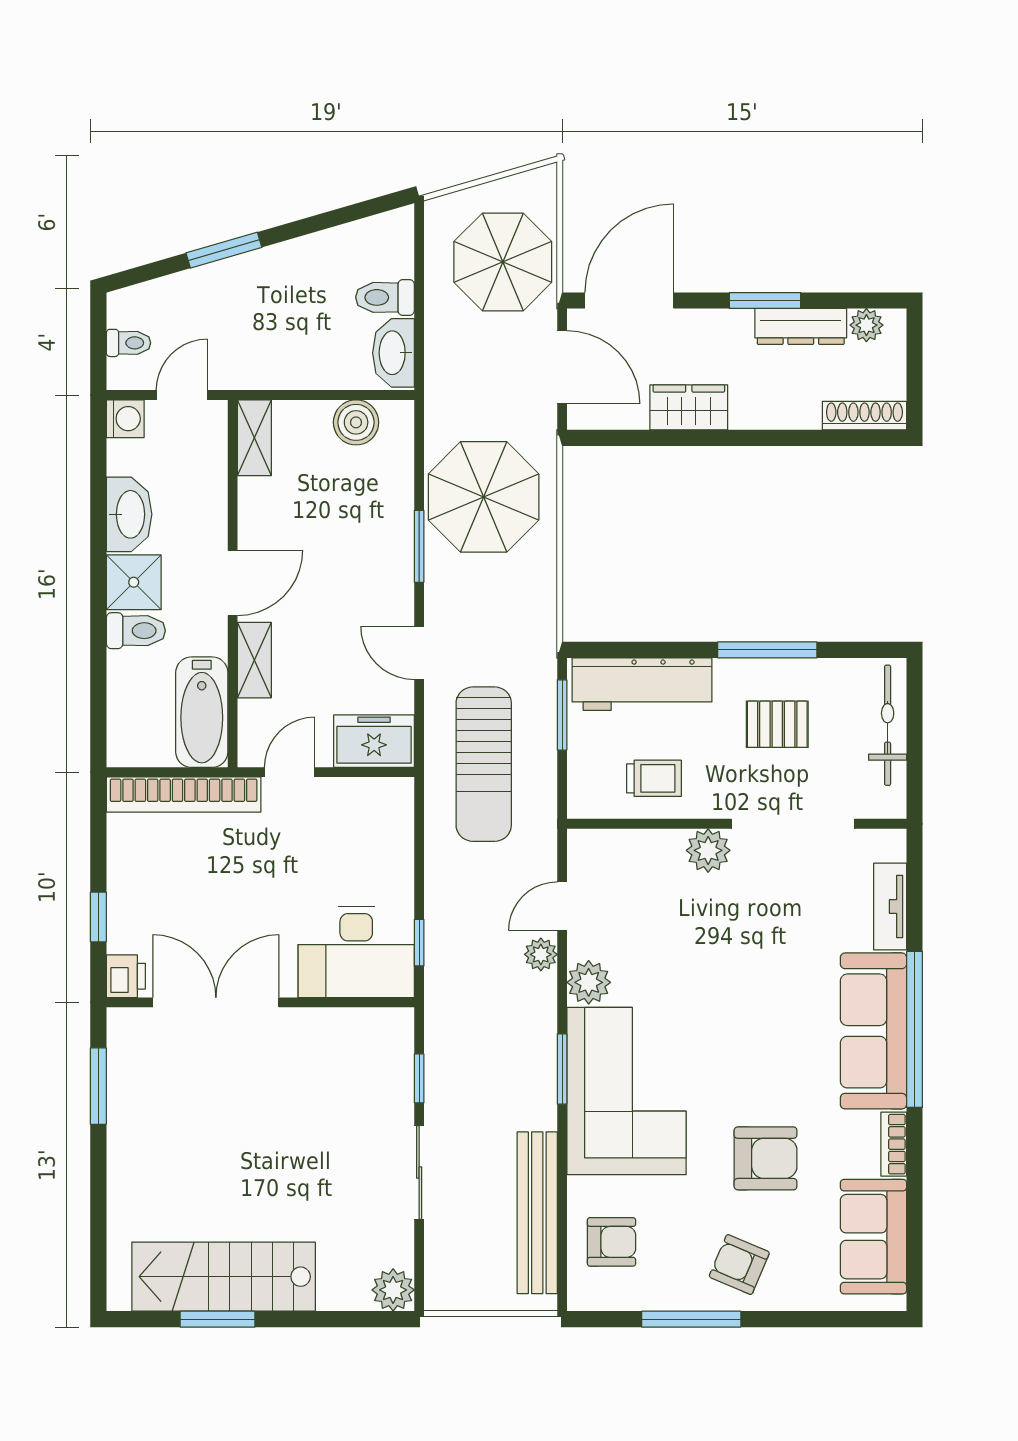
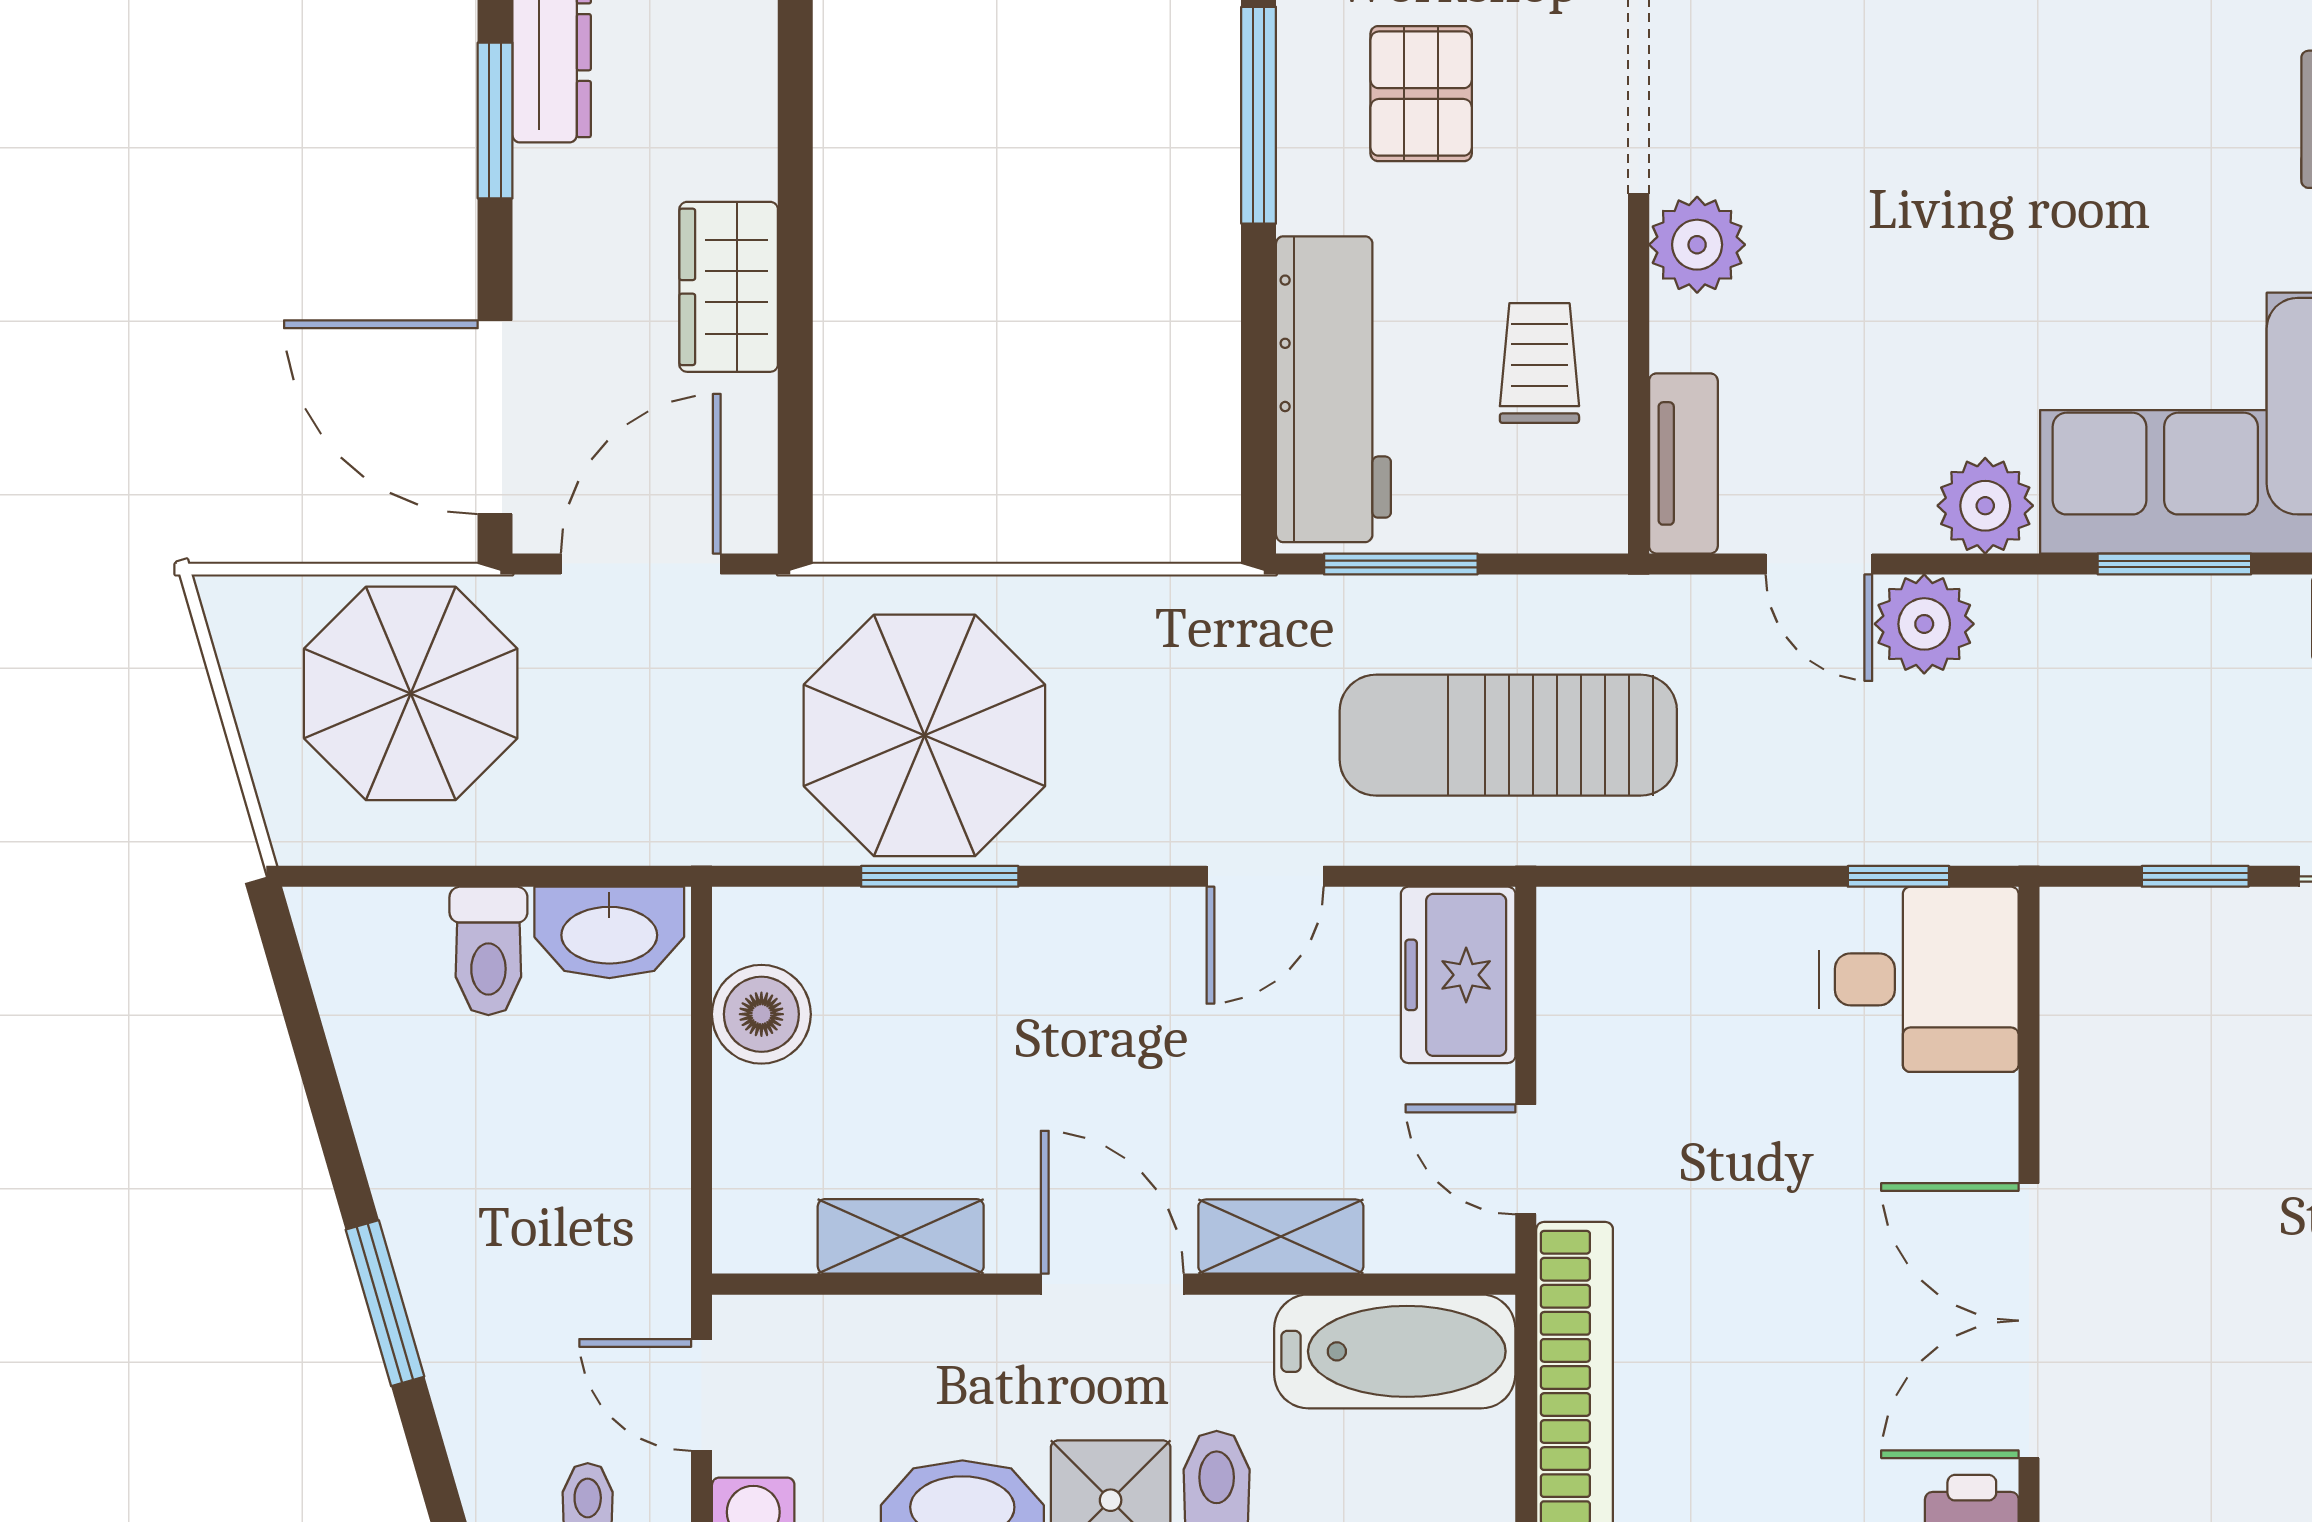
shelving: (254, 438) -> (901, 1236), moved
window: (419, 546) -> (940, 876), moved
sun lounger: (484, 764) -> (1508, 735), turned 180
tv unit: (608, 844) -> (1683, 463), added
desk: (356, 952) -> (1919, 979), width x0.73
plant: (541, 954) -> (1924, 624), width x1.38, depth x1.38

